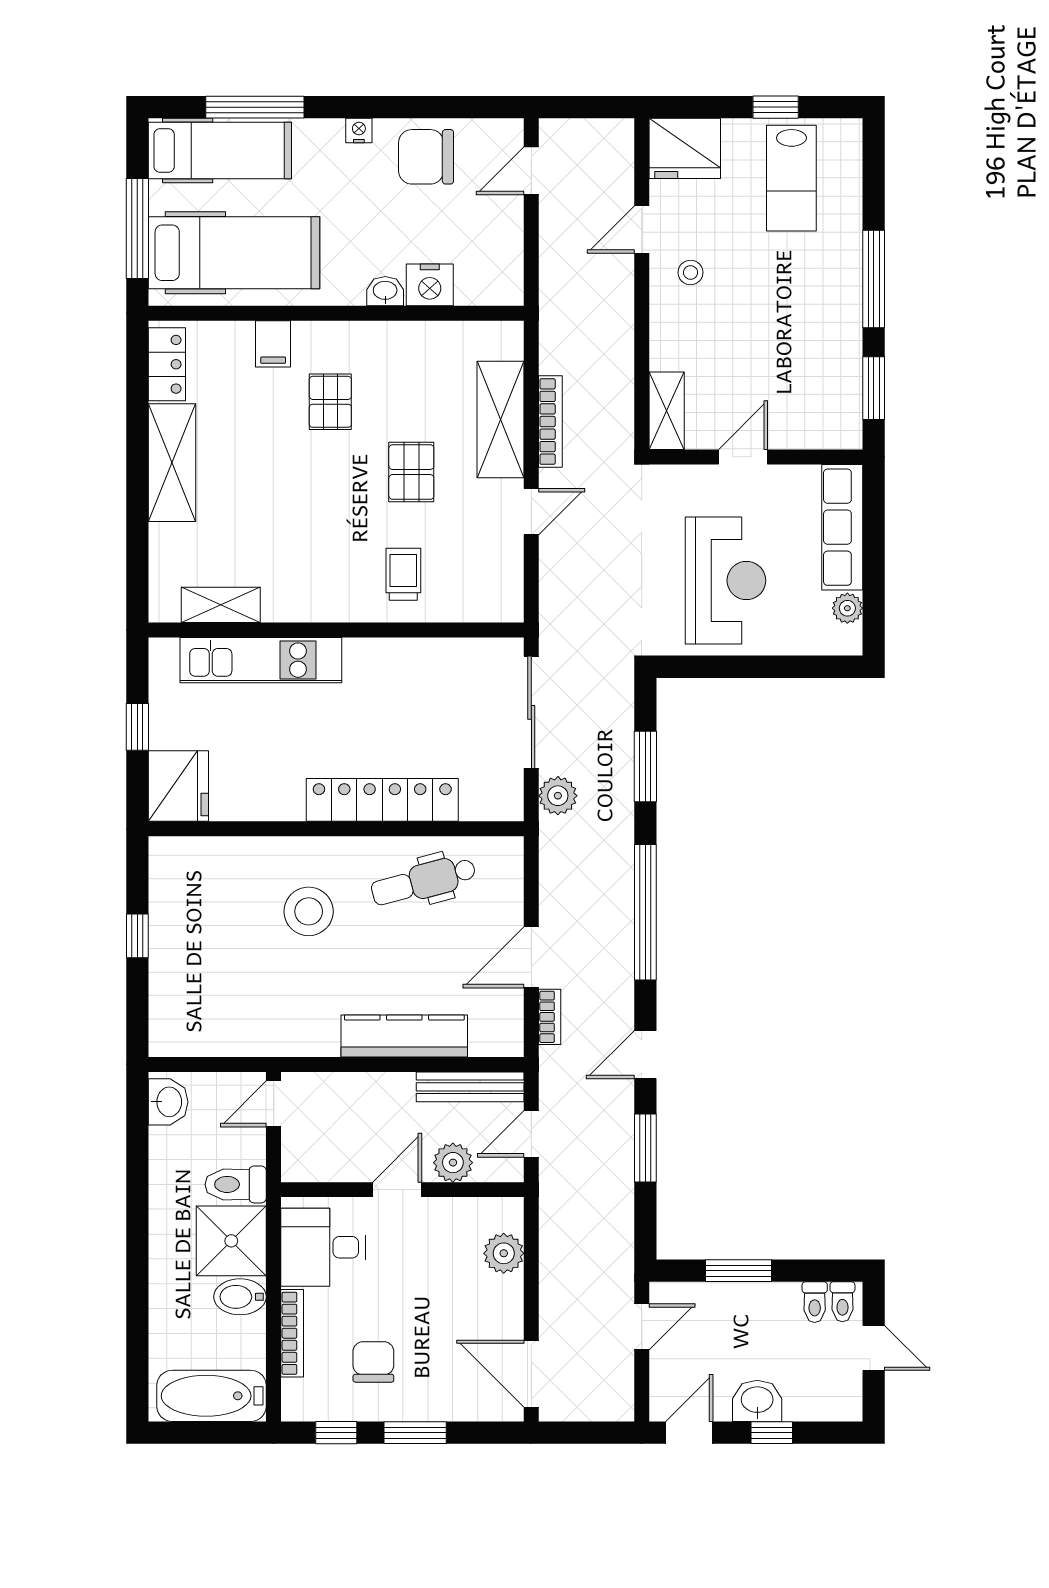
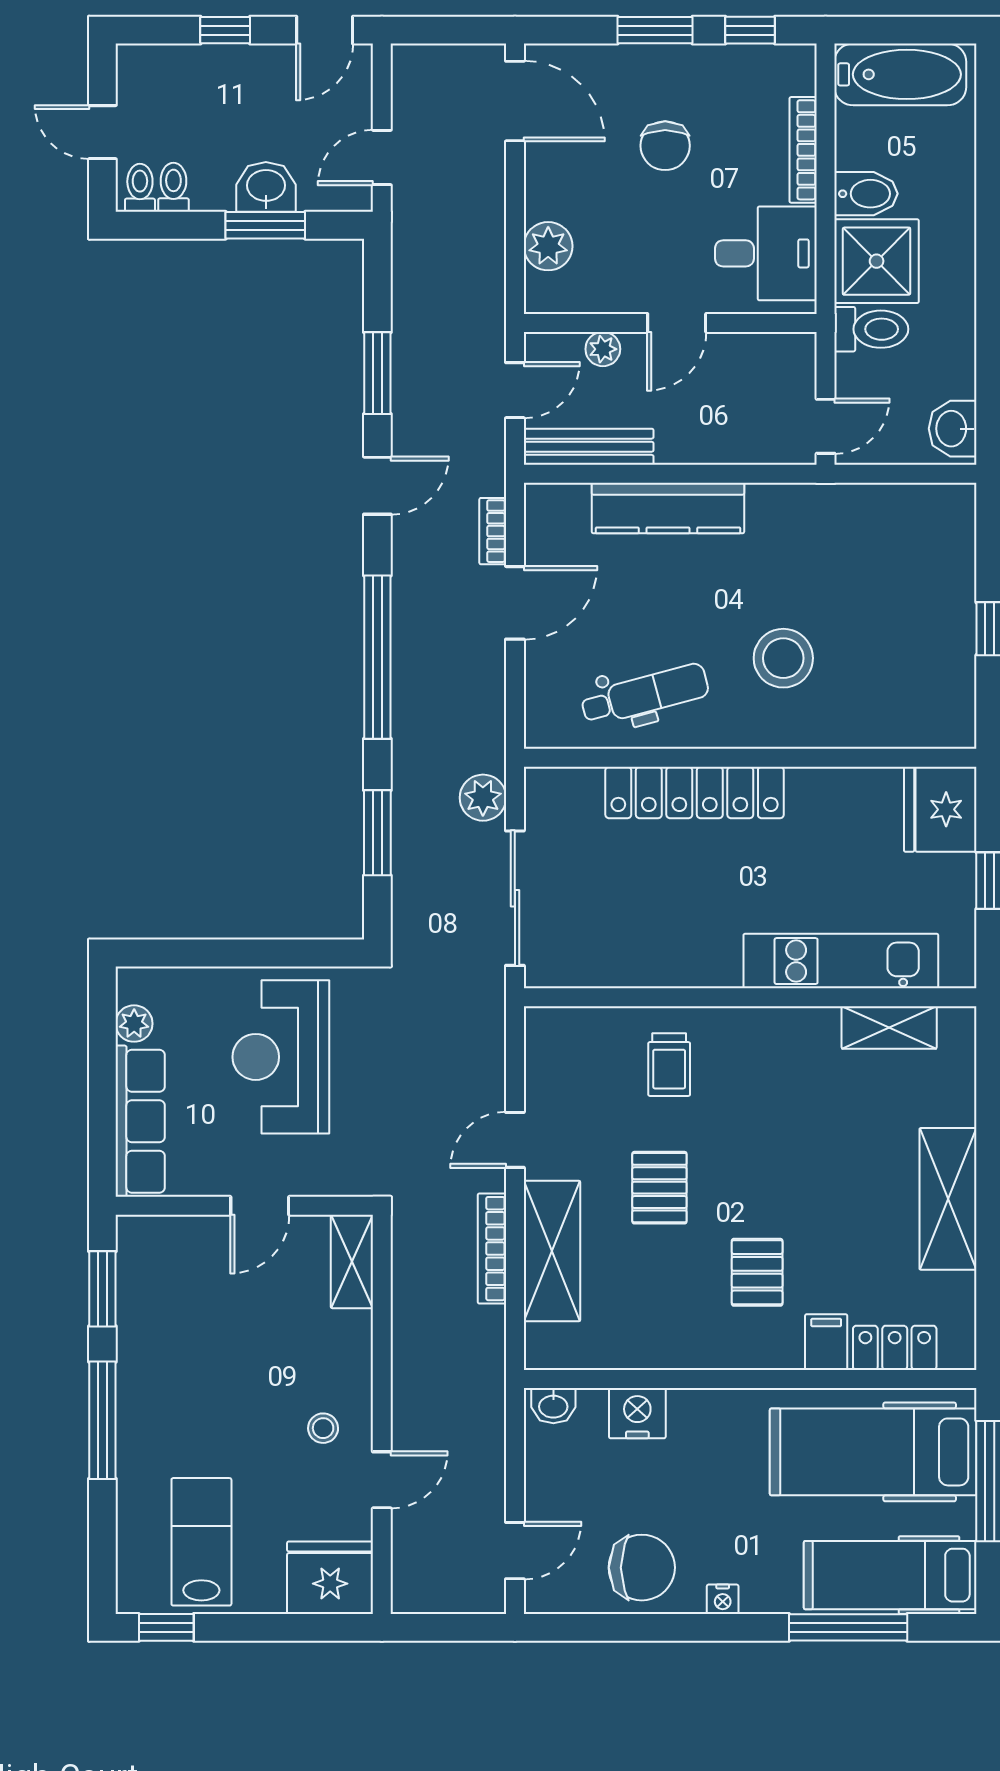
window: (776, 107) -> (166, 1627), moved
washbasin: (385, 291) -> (553, 1406), moved
locker: (167, 364) -> (895, 1348), moved, turned 90
plant: (453, 1163) -> (603, 349), width x0.73, depth x0.73
chair: (373, 1362) -> (665, 146), moved
washbasin: (757, 1401) -> (266, 187), moved, turned 180

